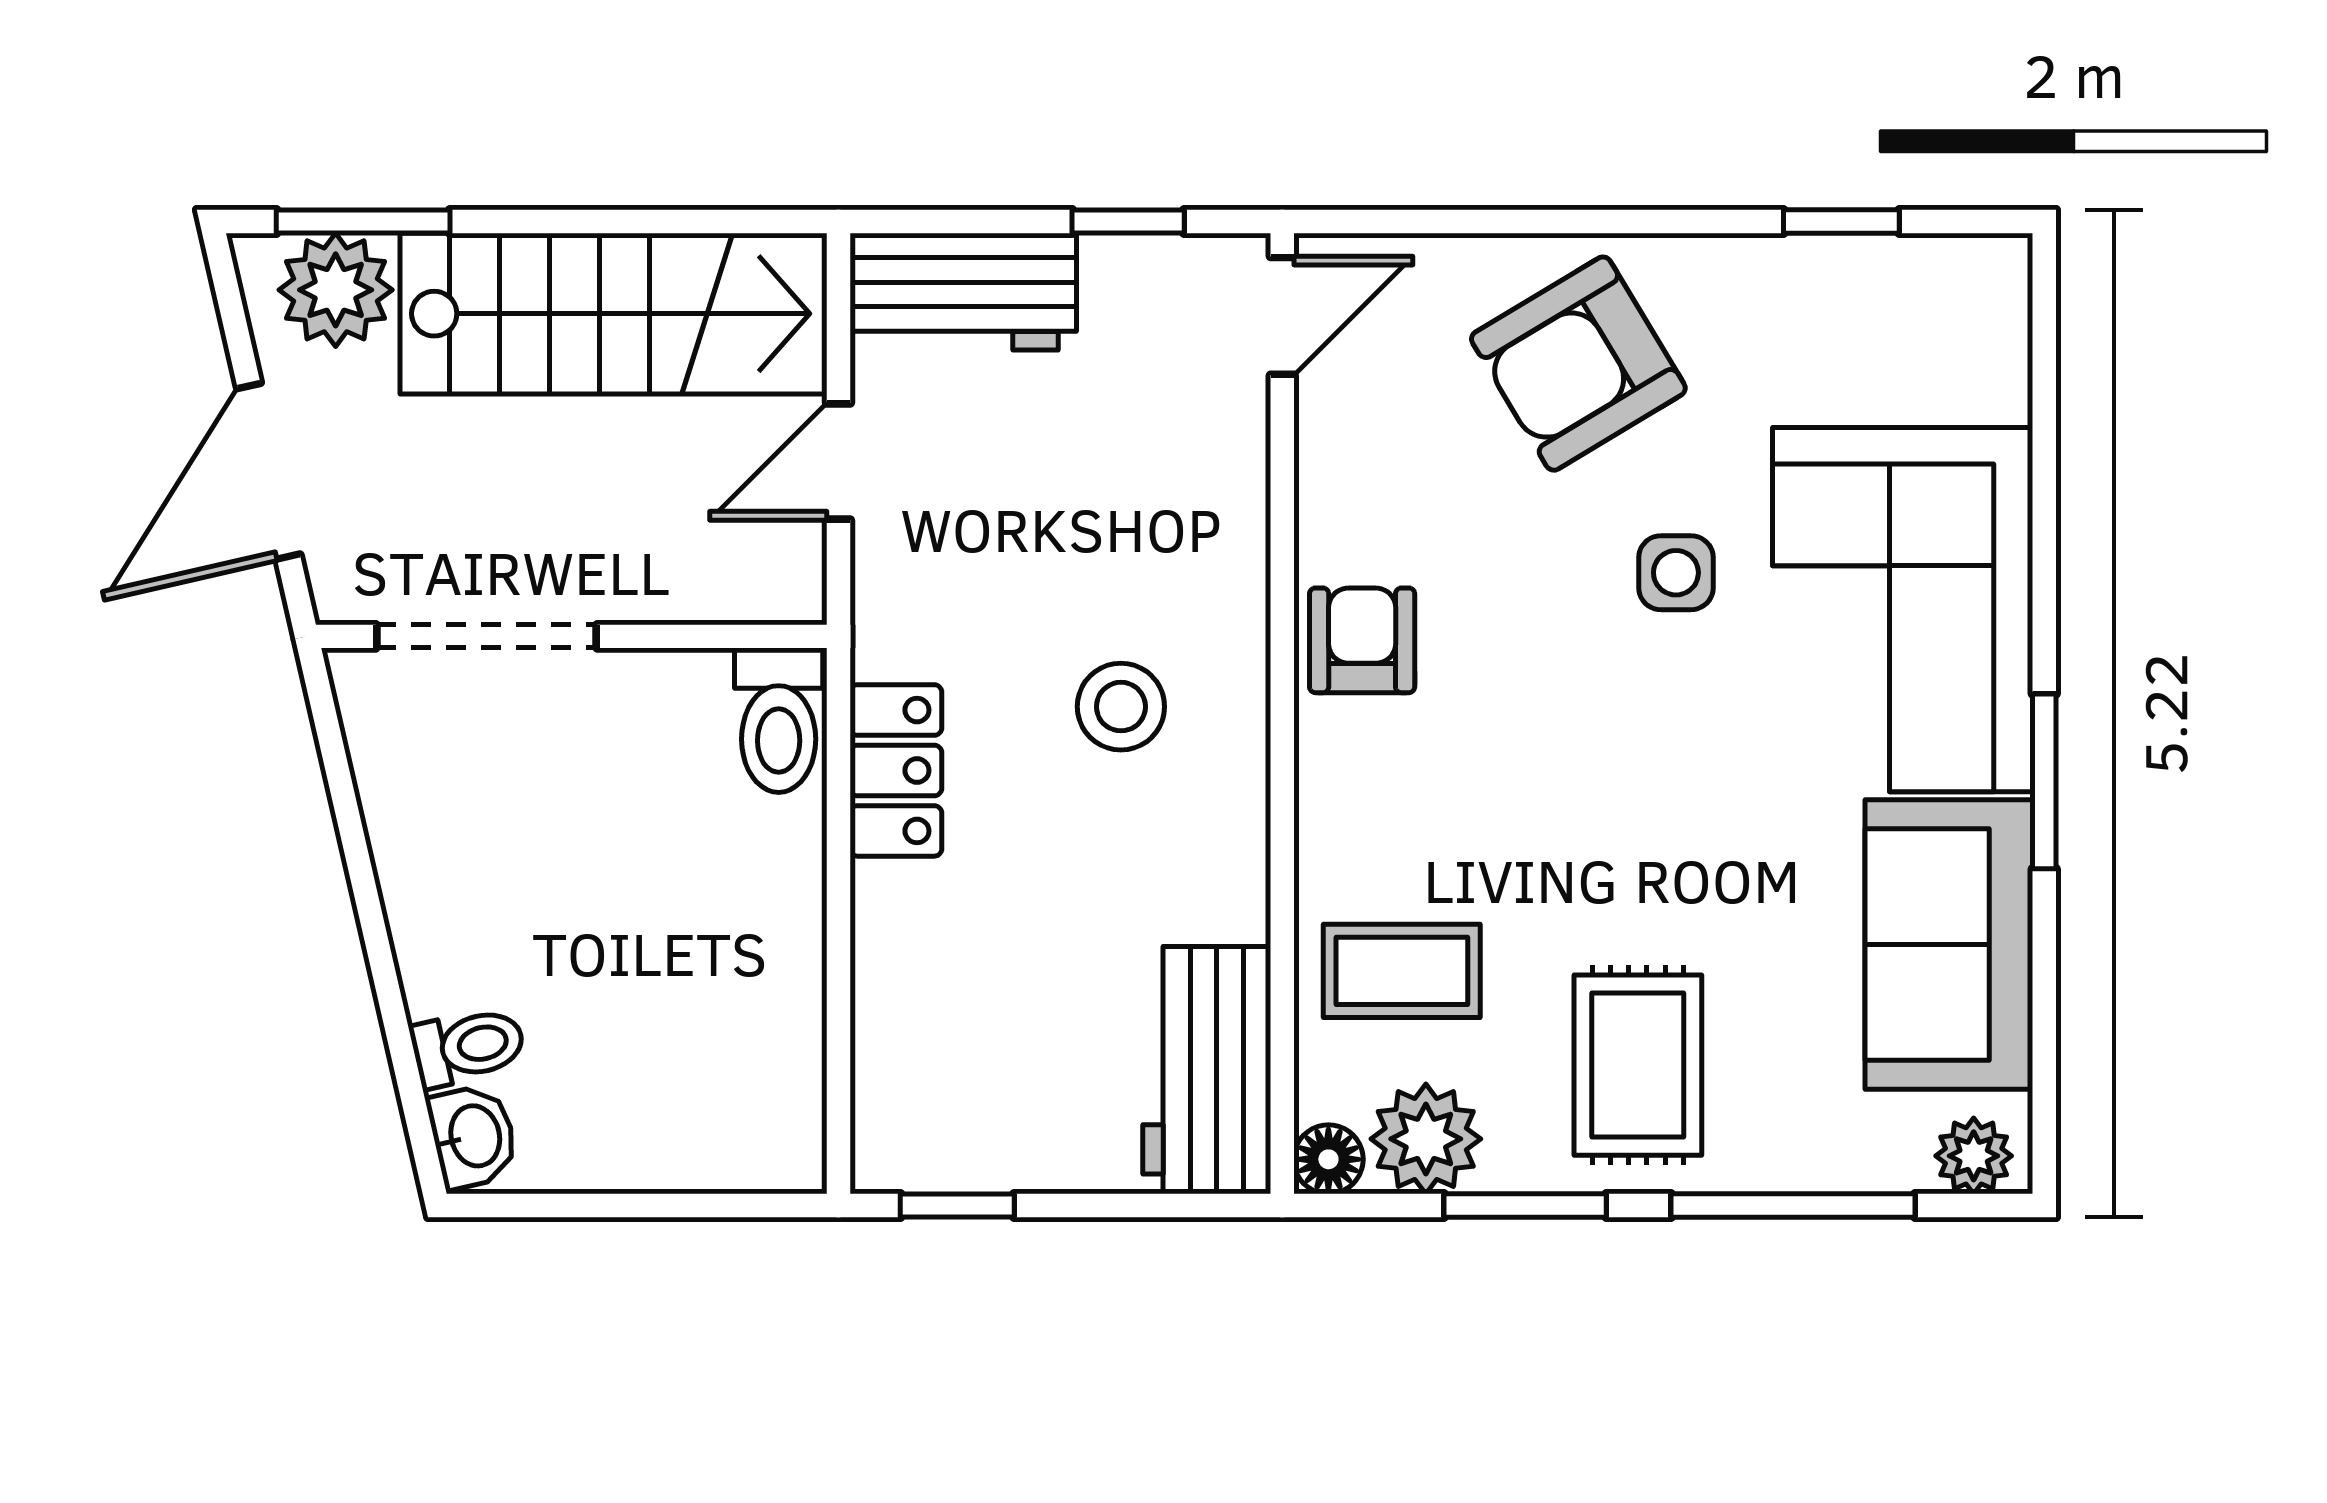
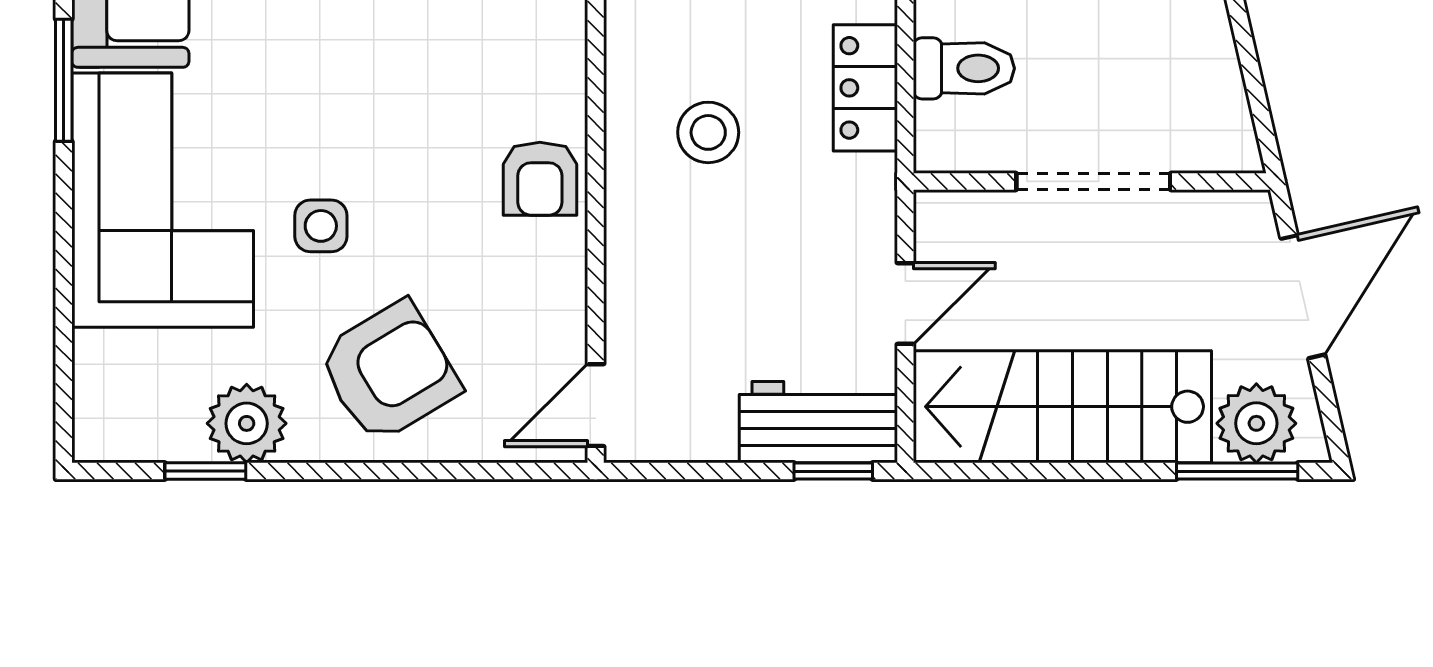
window: (1128, 222) -> (833, 471), moved
plant: (1782, 290) -> (247, 423), added
doorway: (486, 636) -> (1093, 181), moved
toilet: (779, 720) -> (964, 68), moved, turned 90

